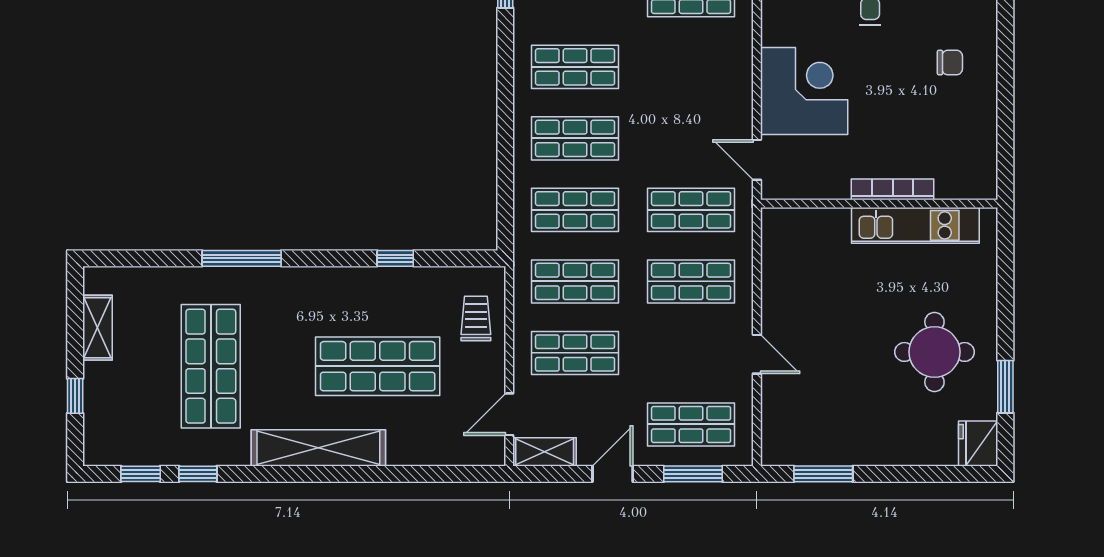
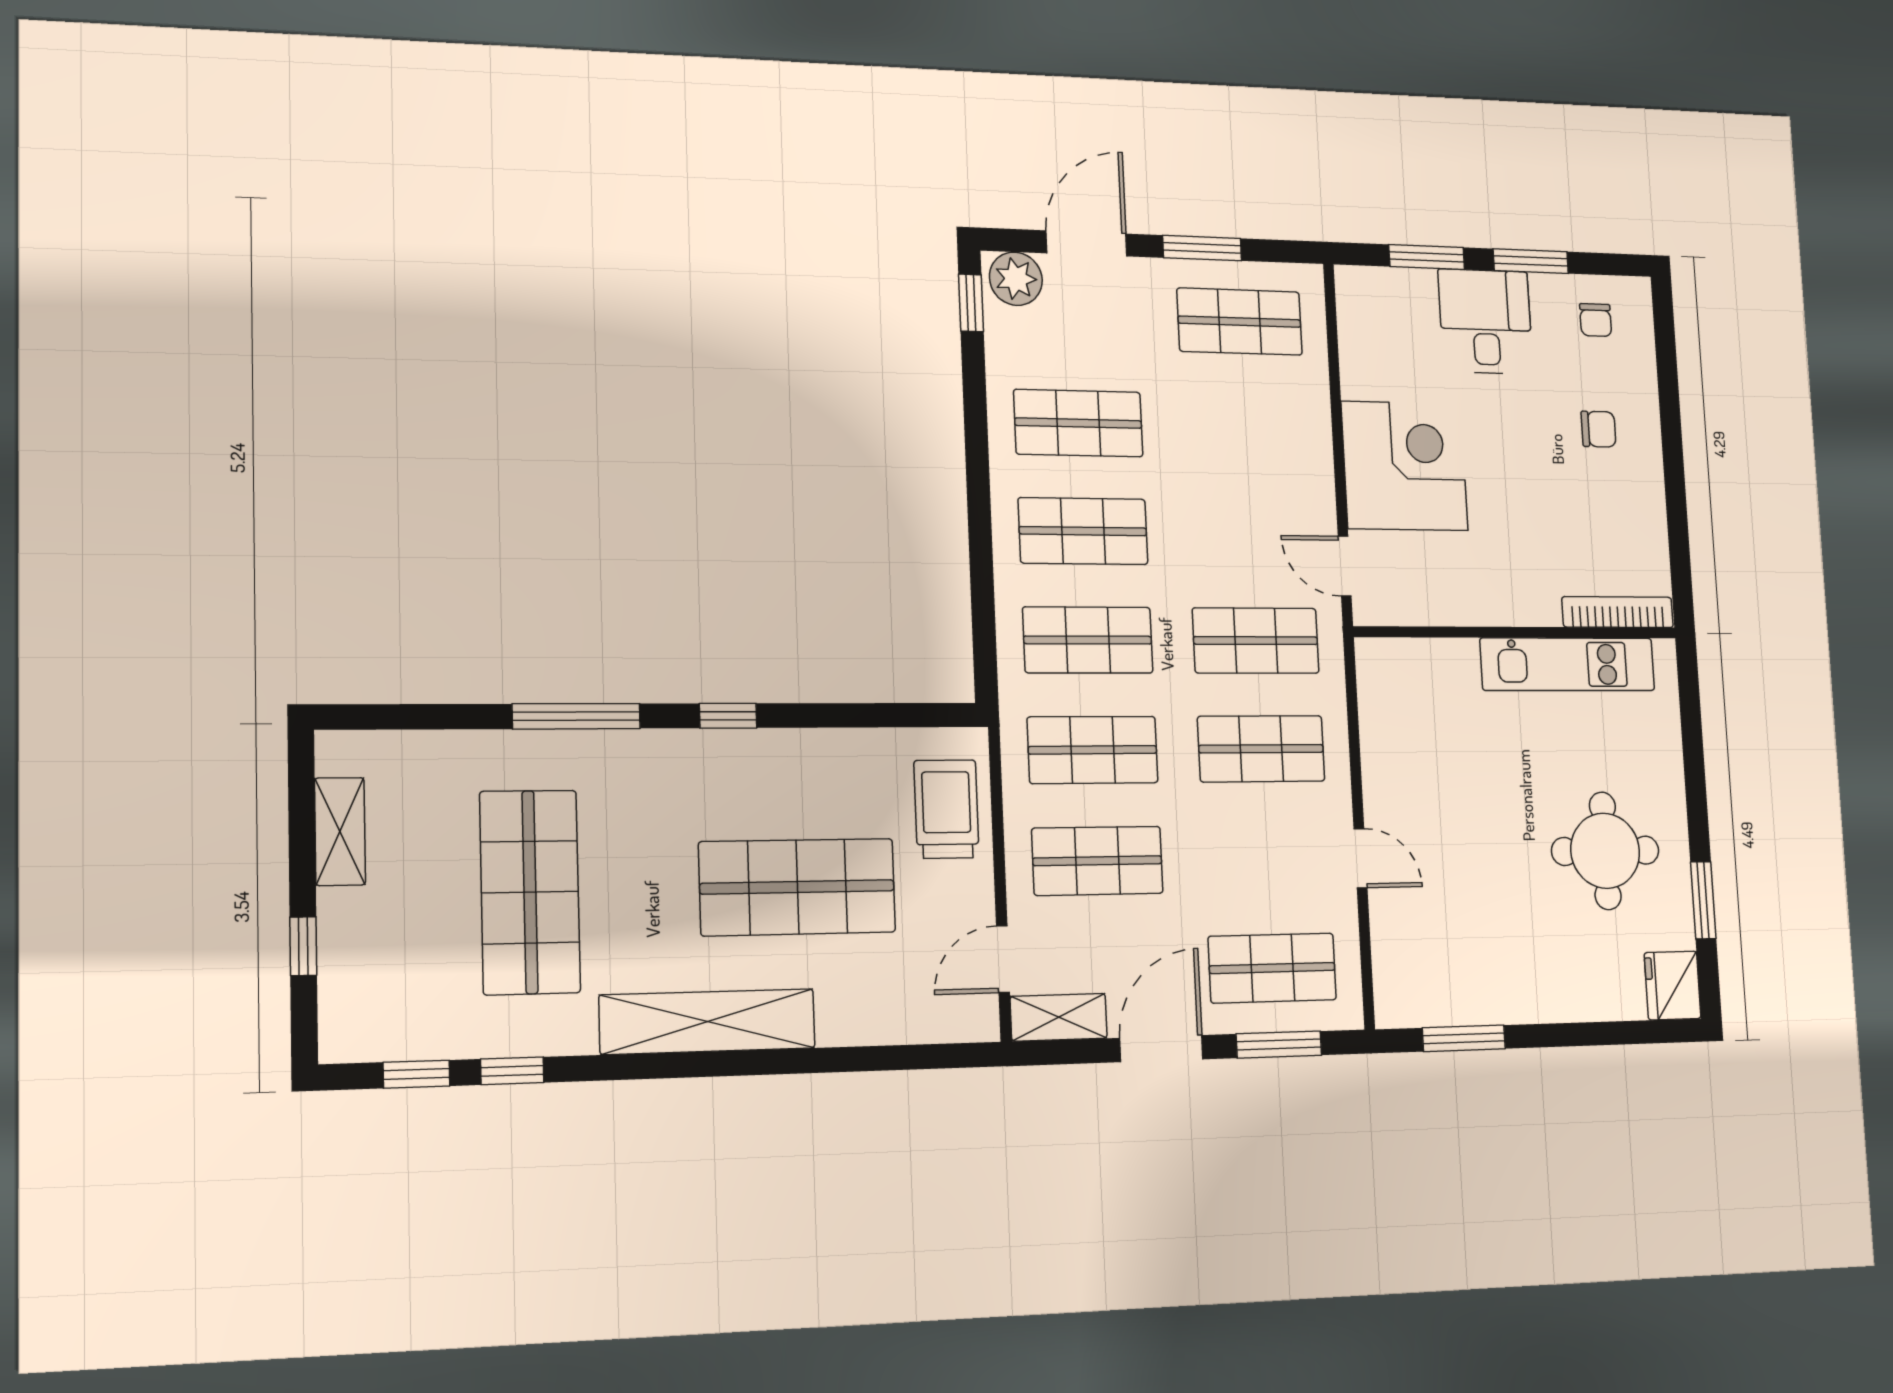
bookcase: (893, 189) -> (1618, 612), moved
window: (395, 258) -> (728, 716), moved
trolley: (476, 319) -> (946, 809), width x1.36, depth x1.39
door: (613, 474) -> (1161, 1049), width x1.37

